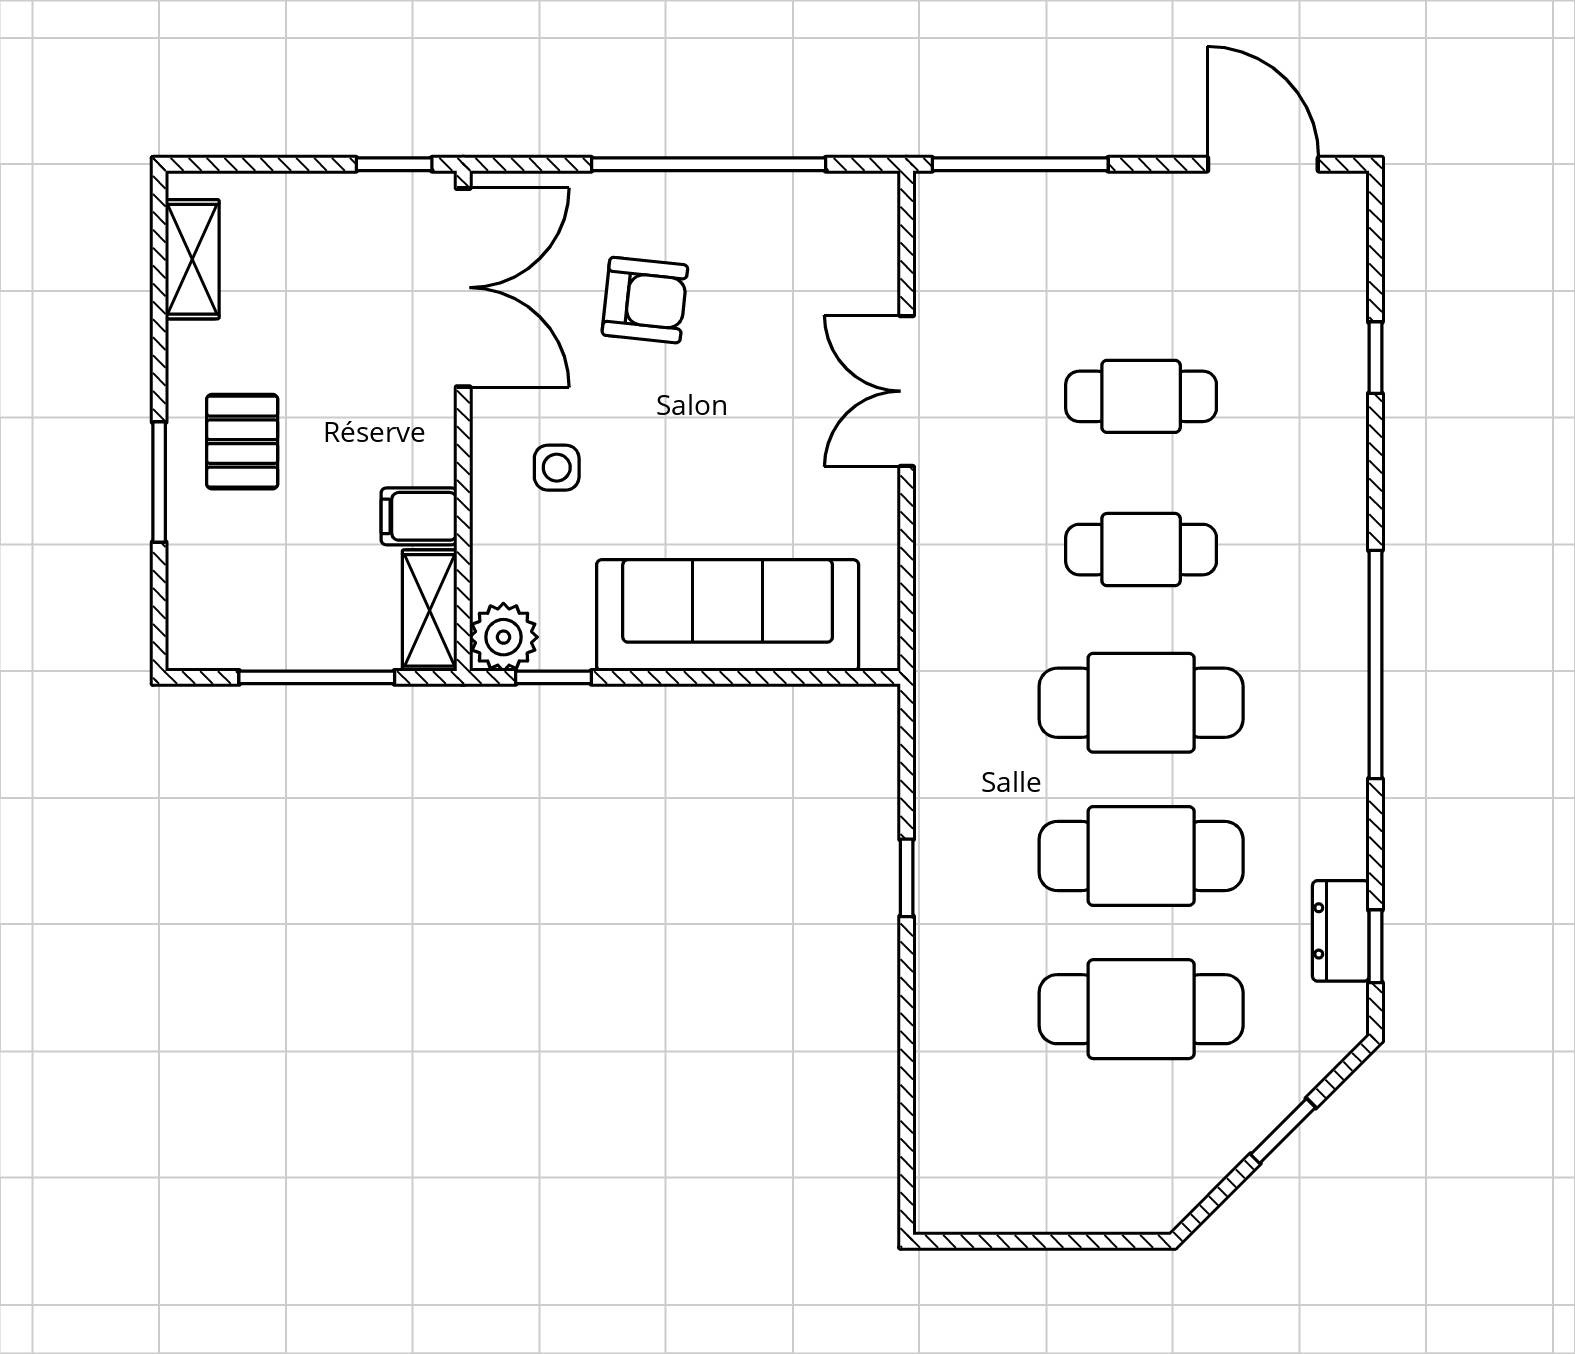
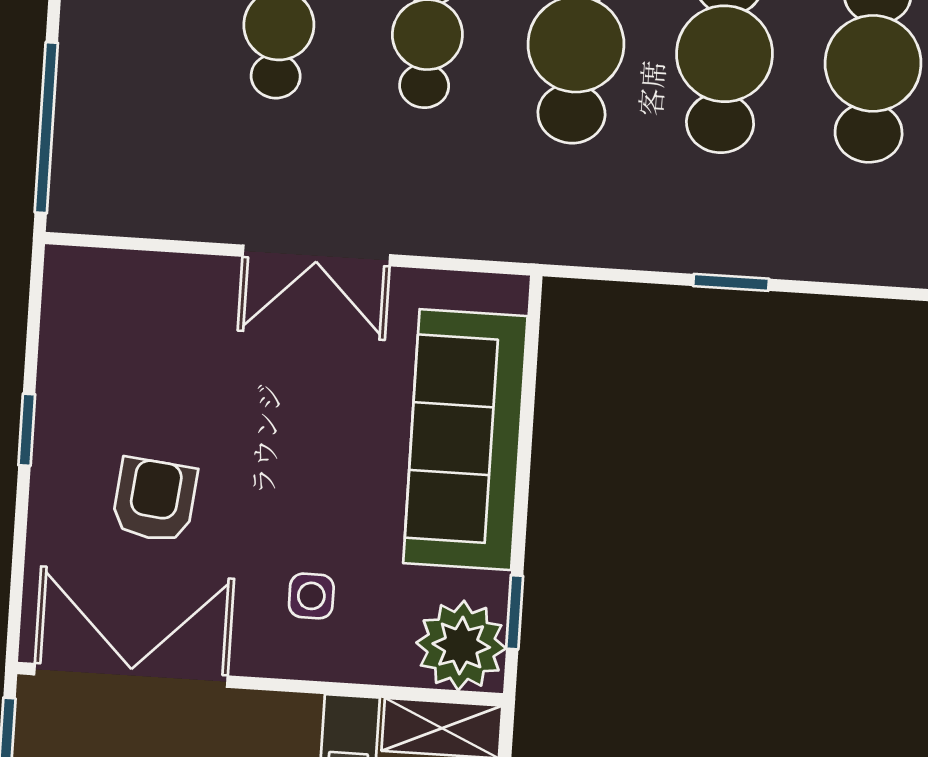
window: (709, 164) -> (27, 430), width x0.32
double door: (907, 391) -> (316, 256), moved
plant: (503, 637) -> (461, 645), width x1.36, depth x1.36

